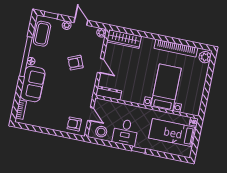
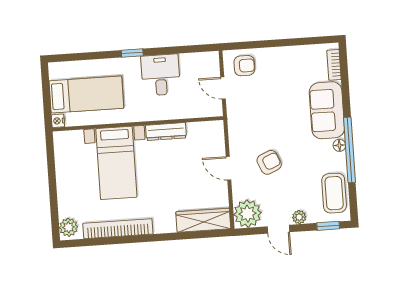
plant: (101, 33) -> (248, 214), width x1.87, depth x1.87
dresser: (109, 93) -> (166, 132), moved
stool: (101, 132) -> (199, 65), removed

